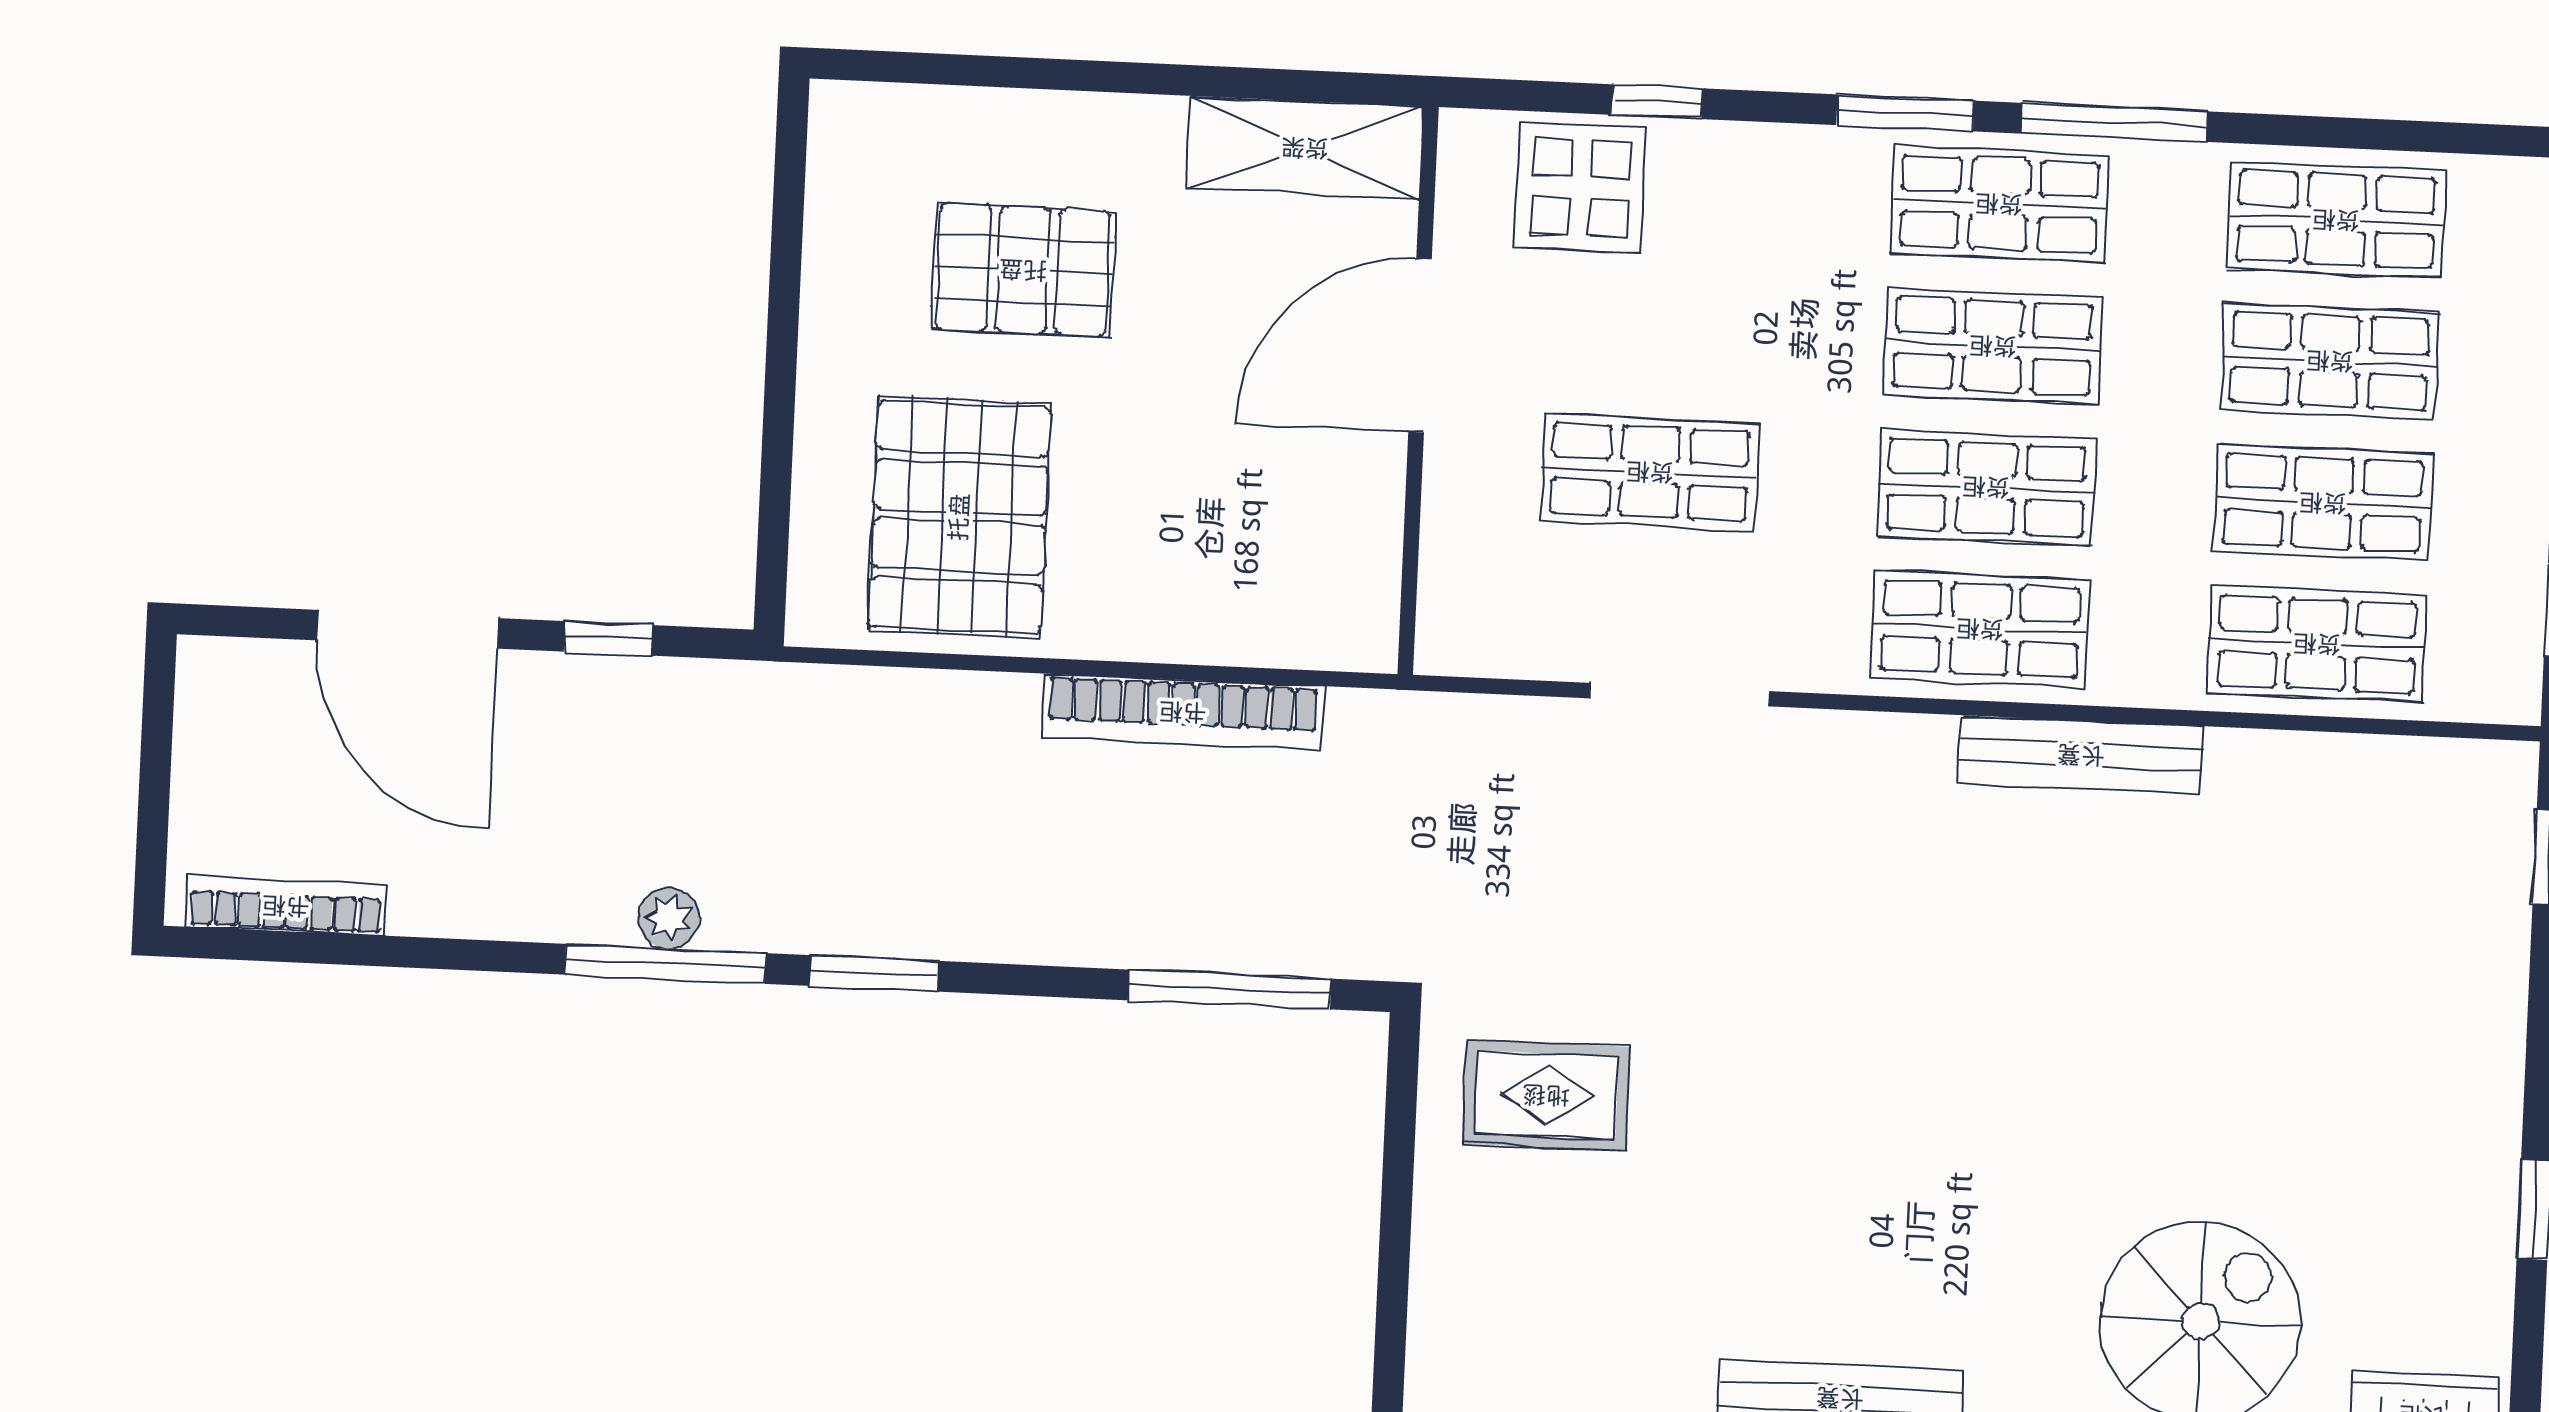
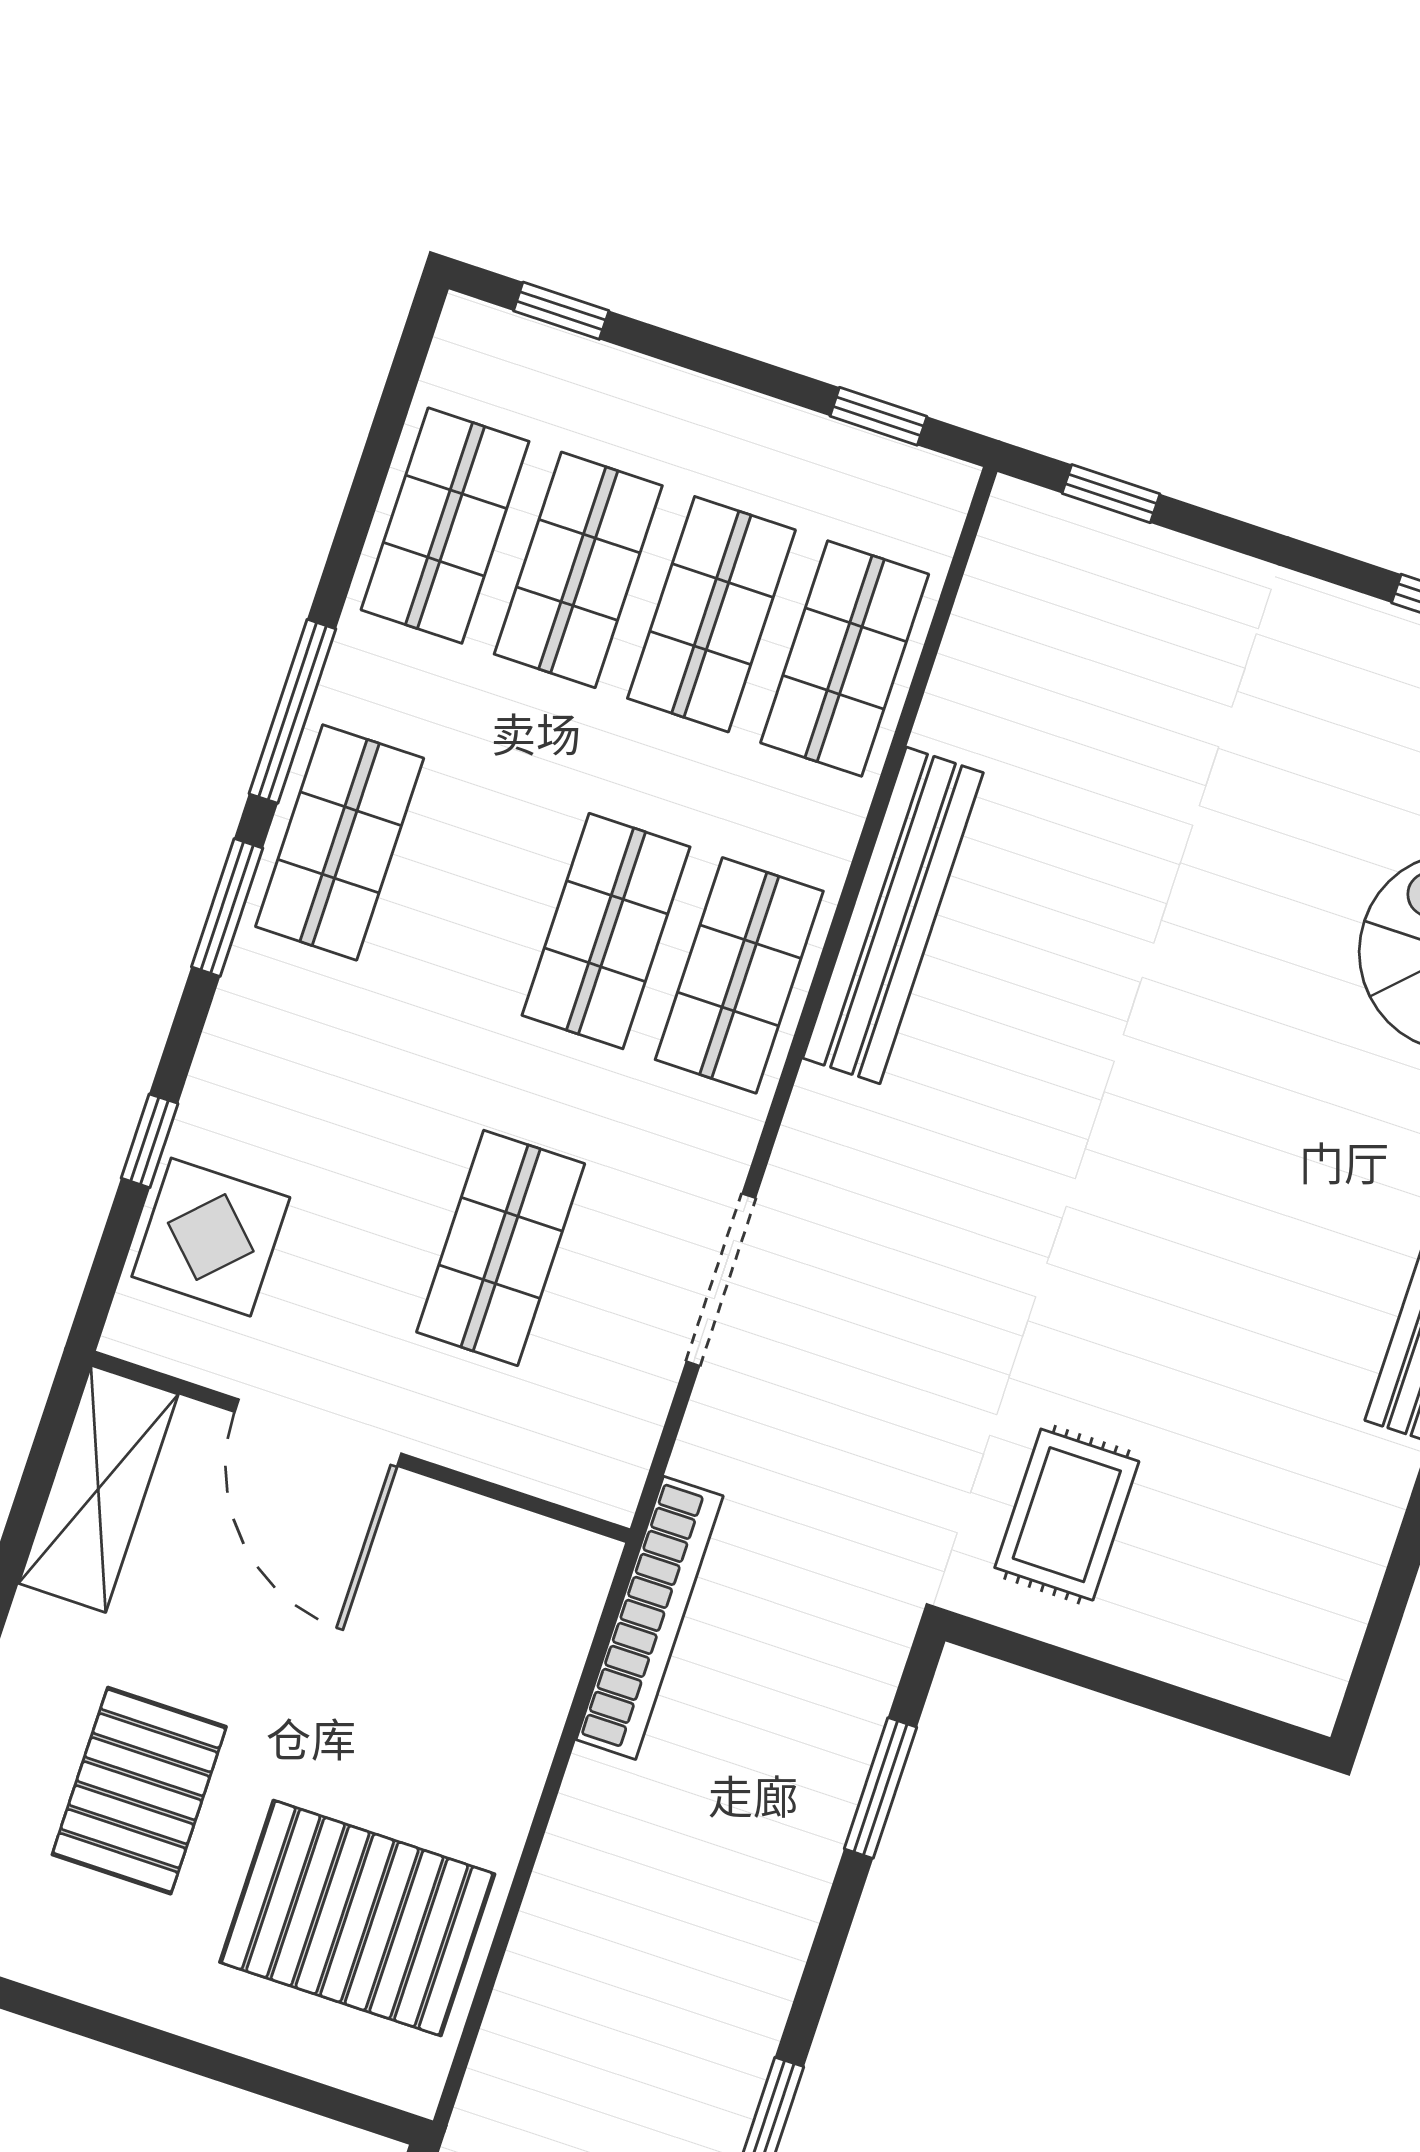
shop shelf: (1993, 346) -> (473, 887), removed
bookcase: (1183, 712) -> (650, 1618), moved
bench: (2081, 755) -> (893, 915), width x1.37, depth x1.21
window: (1230, 989) -> (880, 1788), width x0.69

